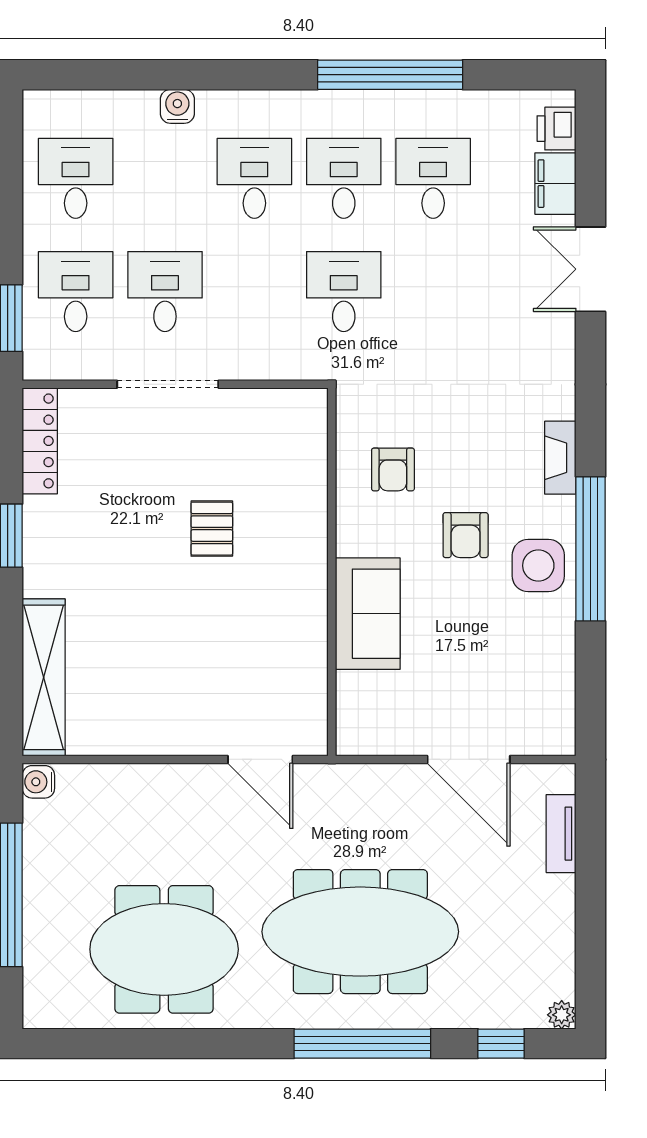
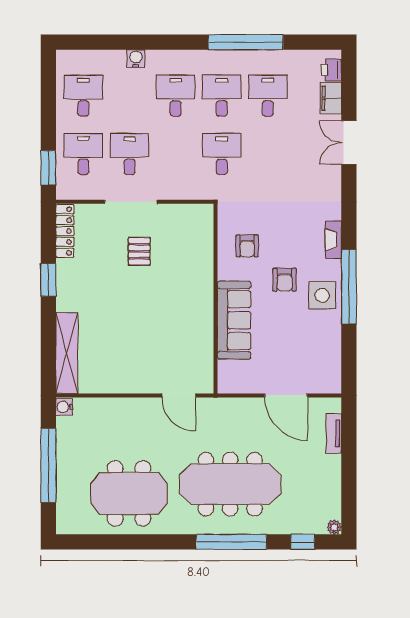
pallet: (212, 529) -> (139, 251), moved
sofa: (368, 614) -> (234, 320), width x1.36

